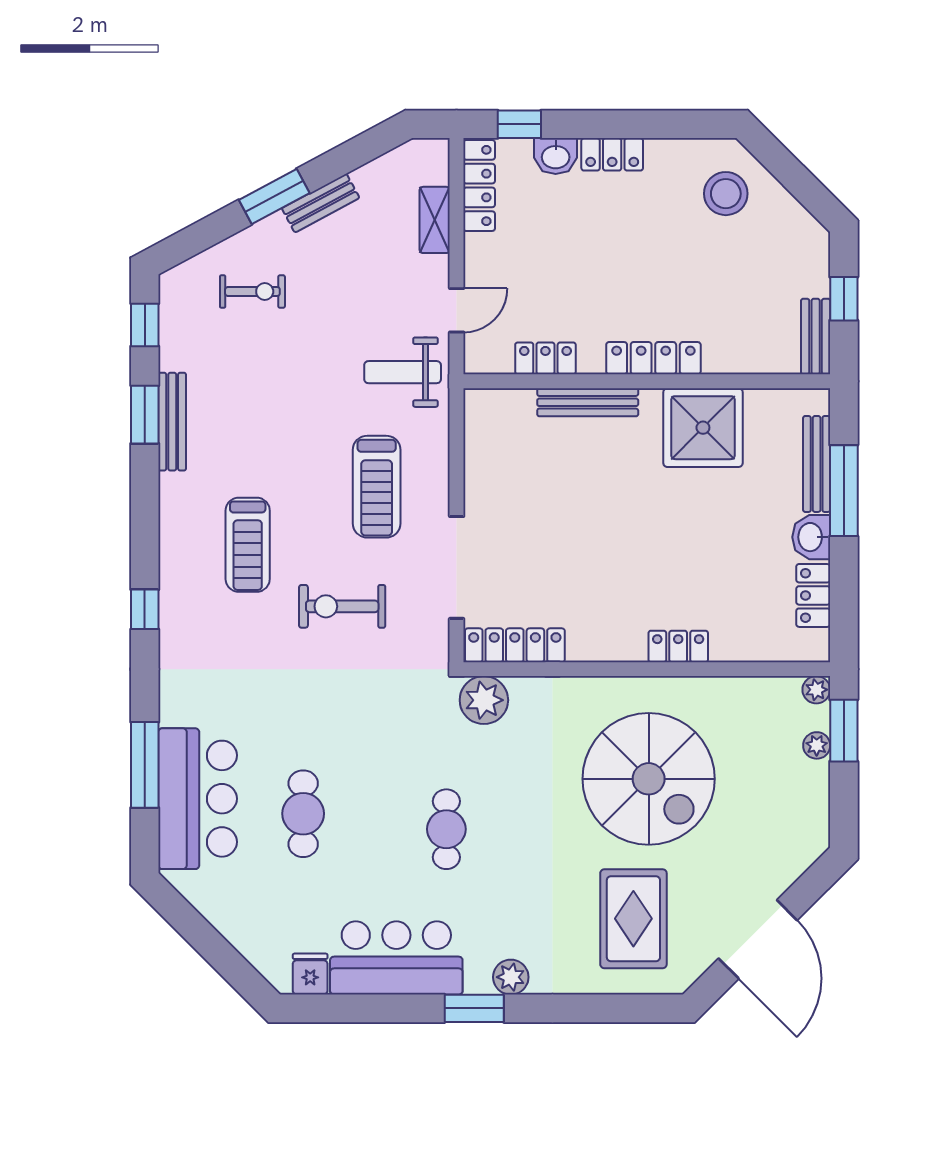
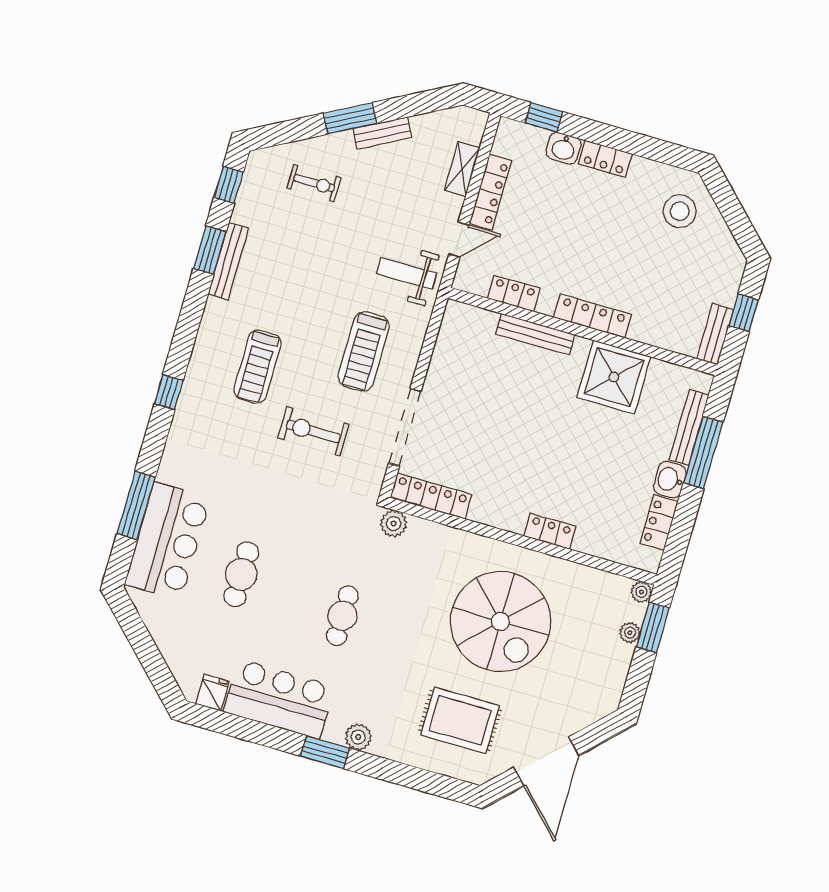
locker: (479, 185) -> (491, 192), moved
plant: (484, 700) -> (394, 523), width x0.73, depth x0.73
rug: (633, 919) -> (460, 720), turned 90

